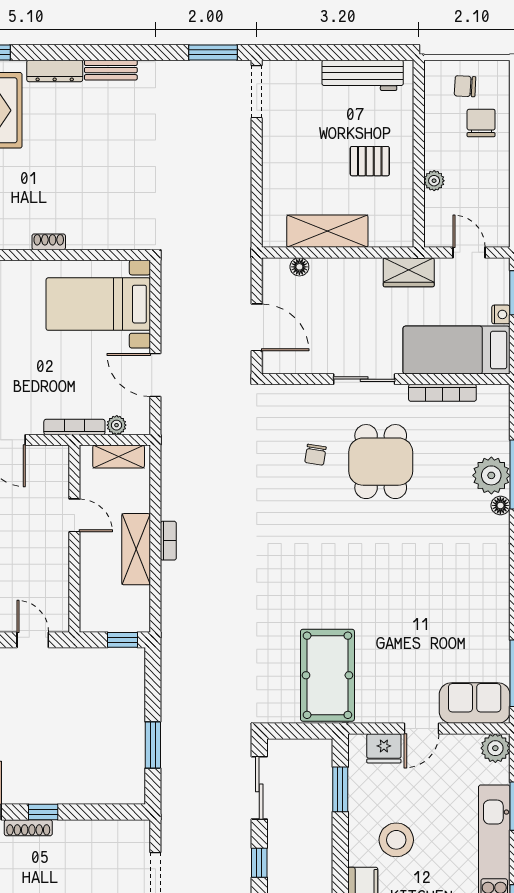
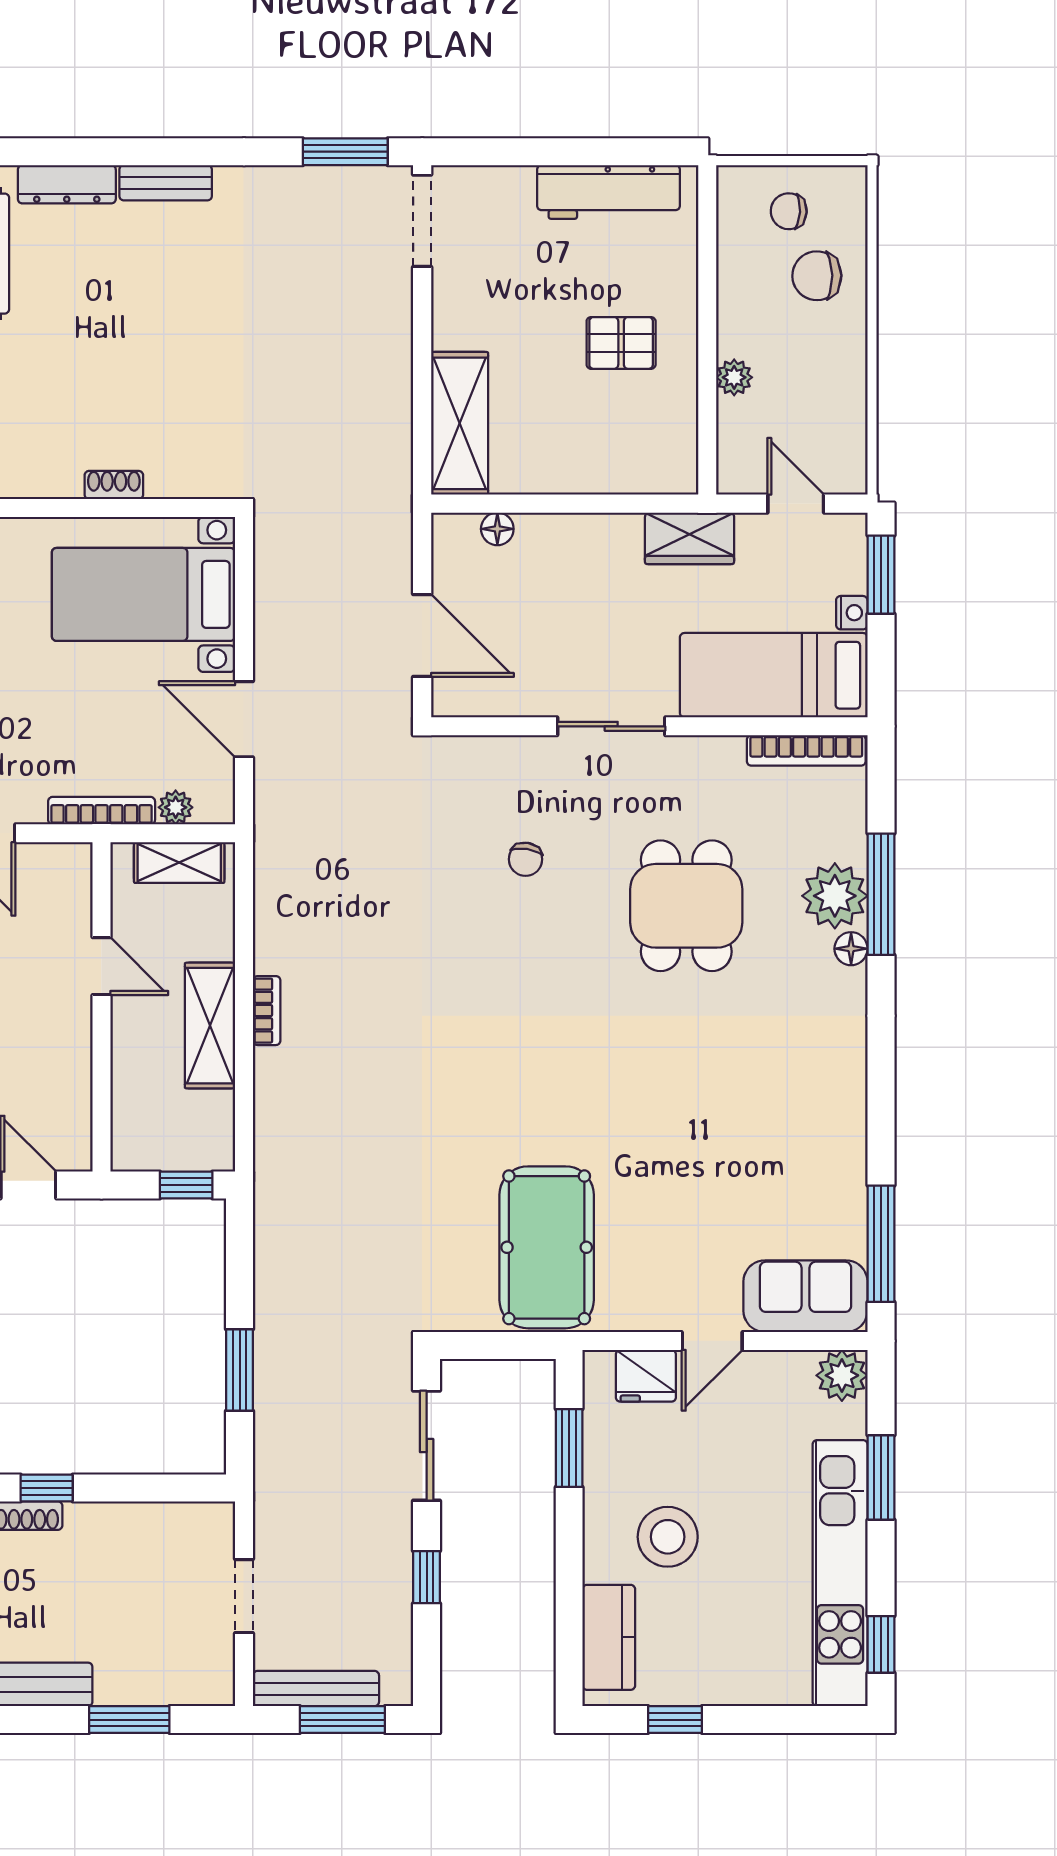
chair: (481, 123) -> (817, 276), turned -91
shelving: (327, 231) -> (460, 423), moved, turned 90
shoe rack: (49, 242) -> (114, 485), moved
bookcase: (442, 393) -> (806, 750), moved
dining table: (381, 462) -> (686, 906), moved

